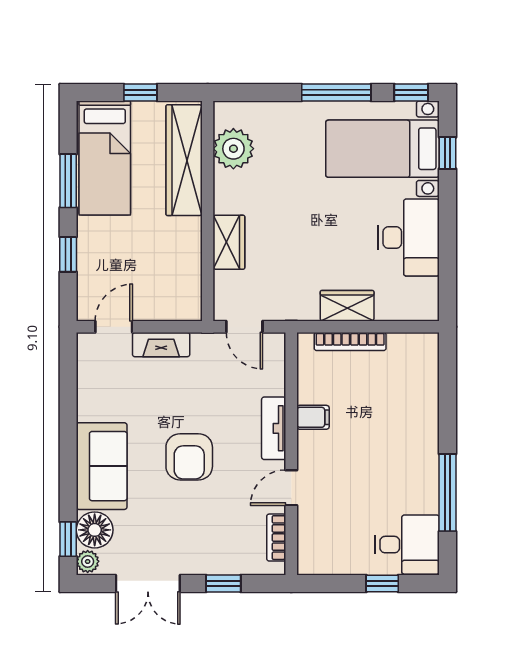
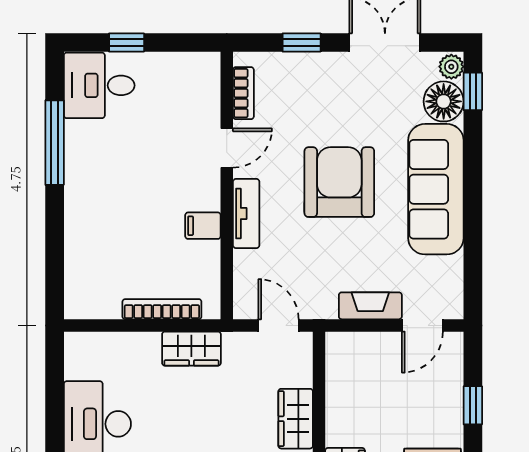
wardrobe: (347, 306) -> (191, 349), moved
armchair: (189, 457) -> (339, 182), width x1.36, depth x1.36
sofa: (102, 466) -> (436, 189), width x1.36

